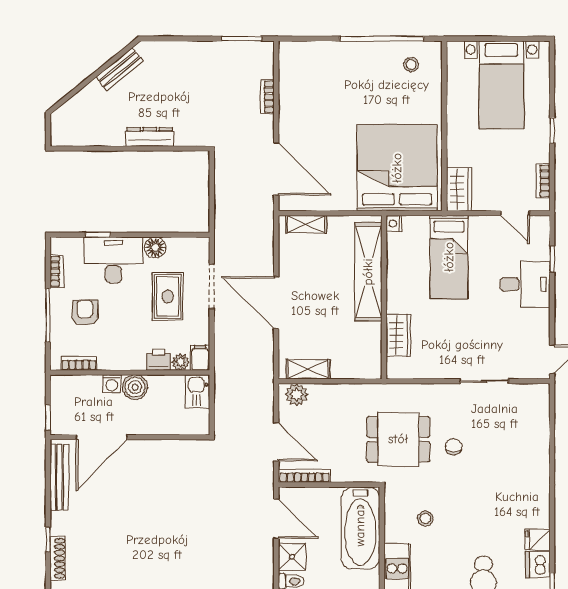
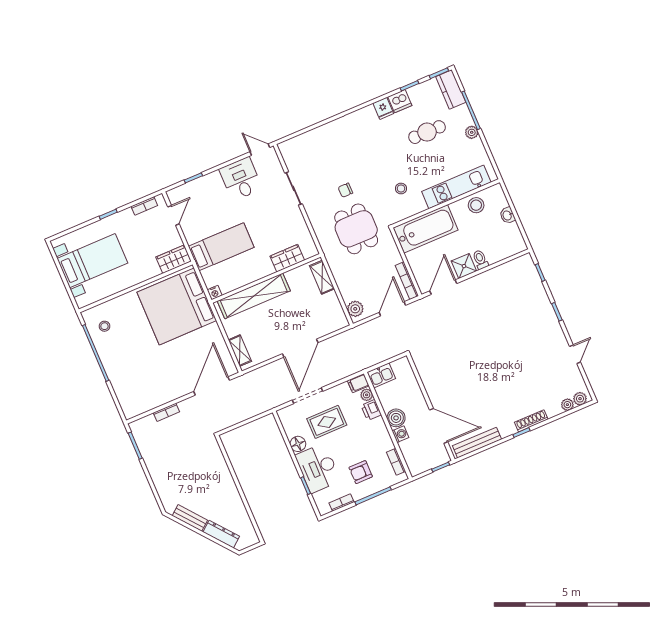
dresser: (150, 137) -> (221, 534), moved, turned 141
desk: (525, 284) -> (241, 179), moved
shelving: (308, 369) -> (322, 277), moved

